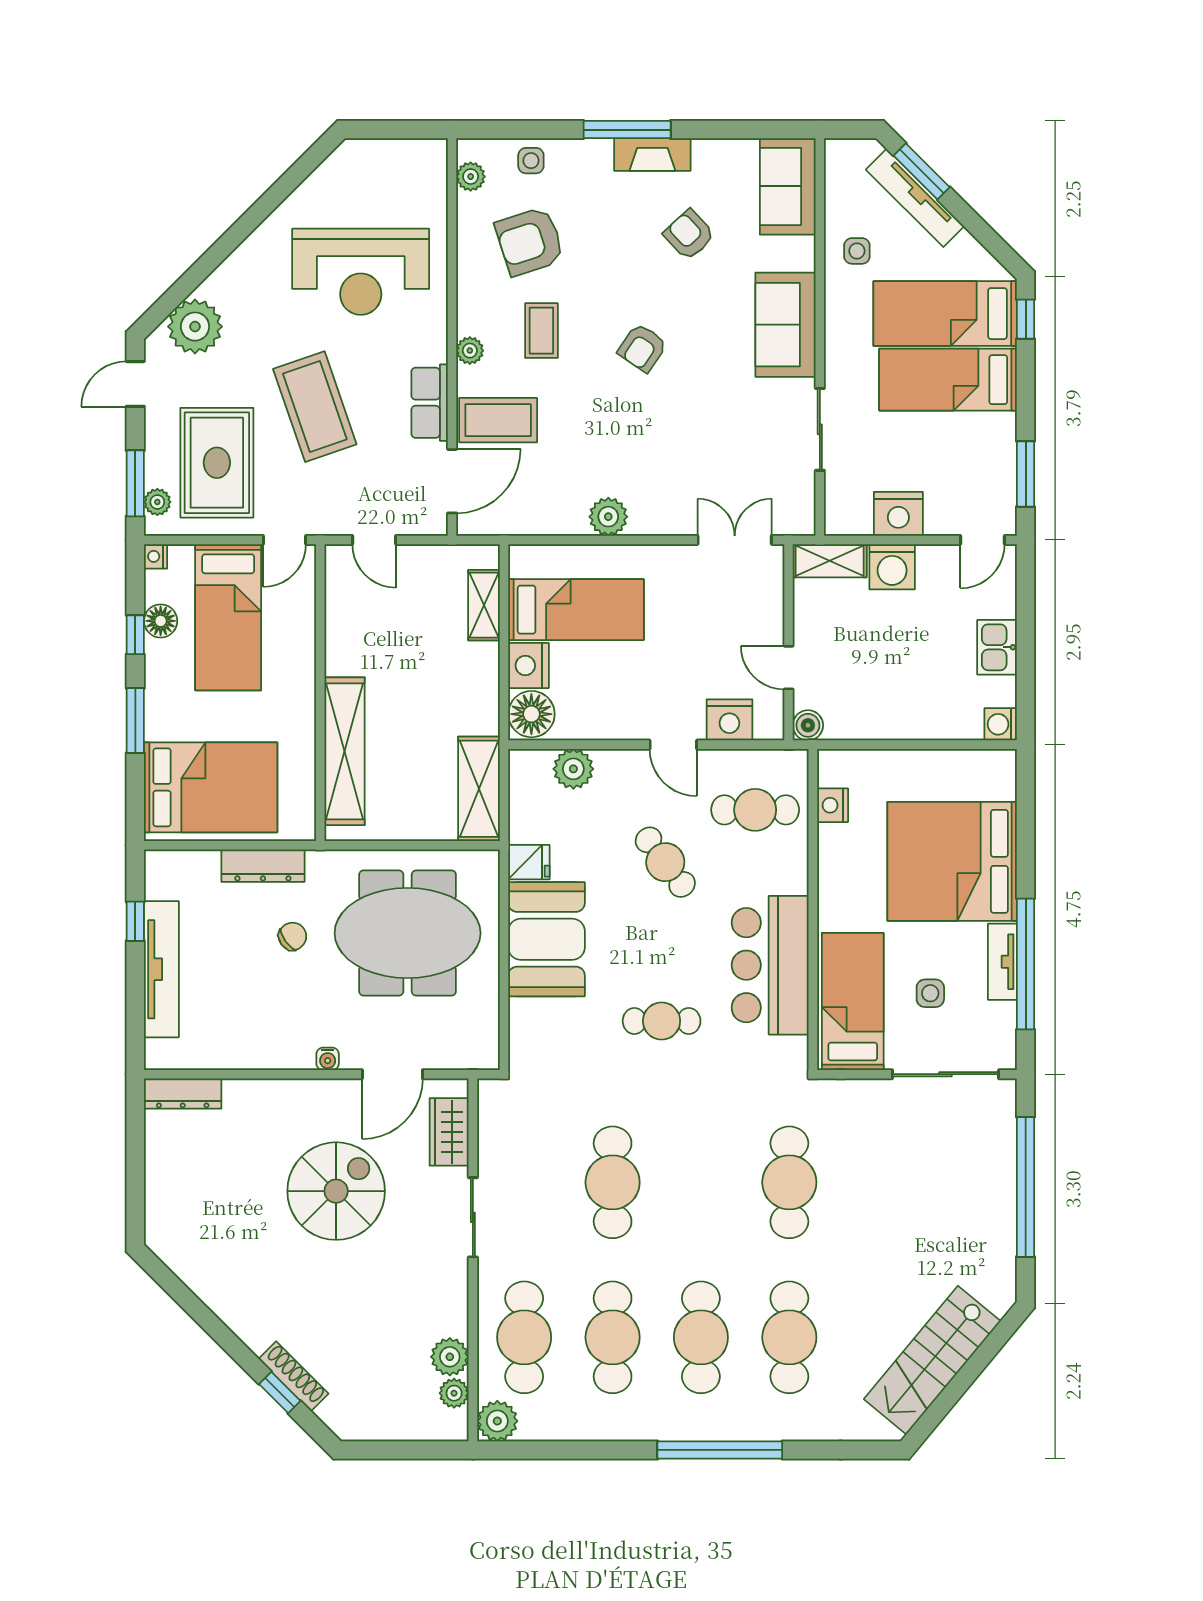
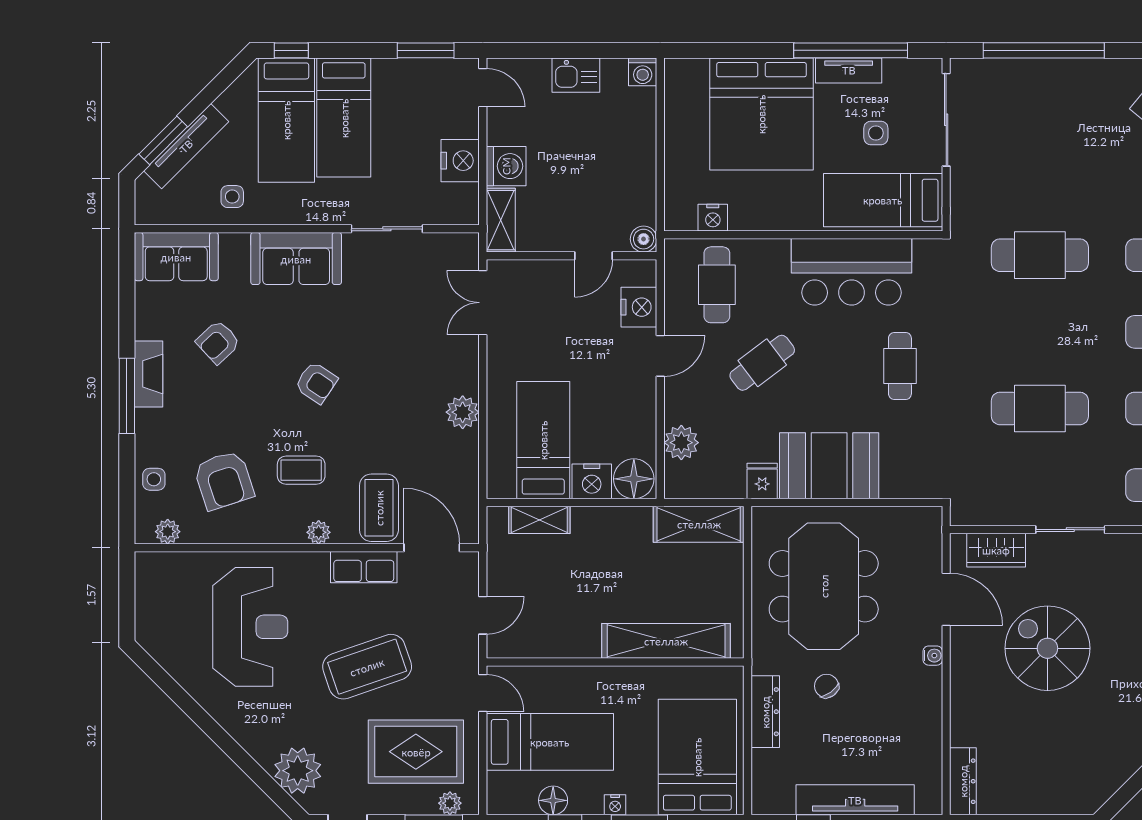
nightstand: (156, 556) -> (615, 805), moved

